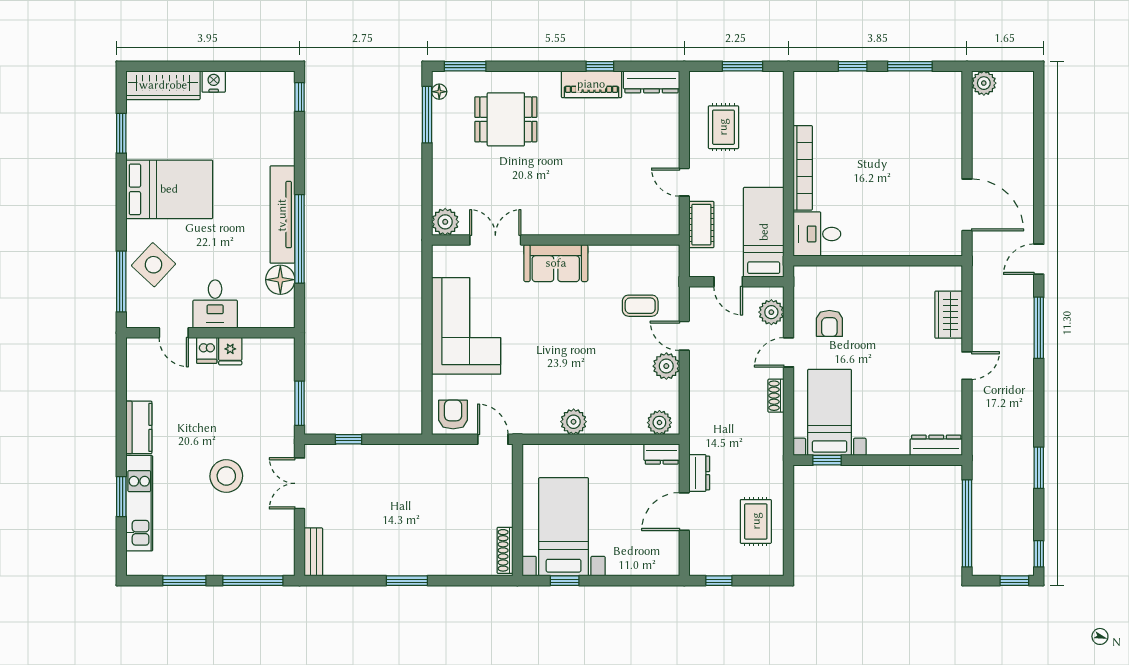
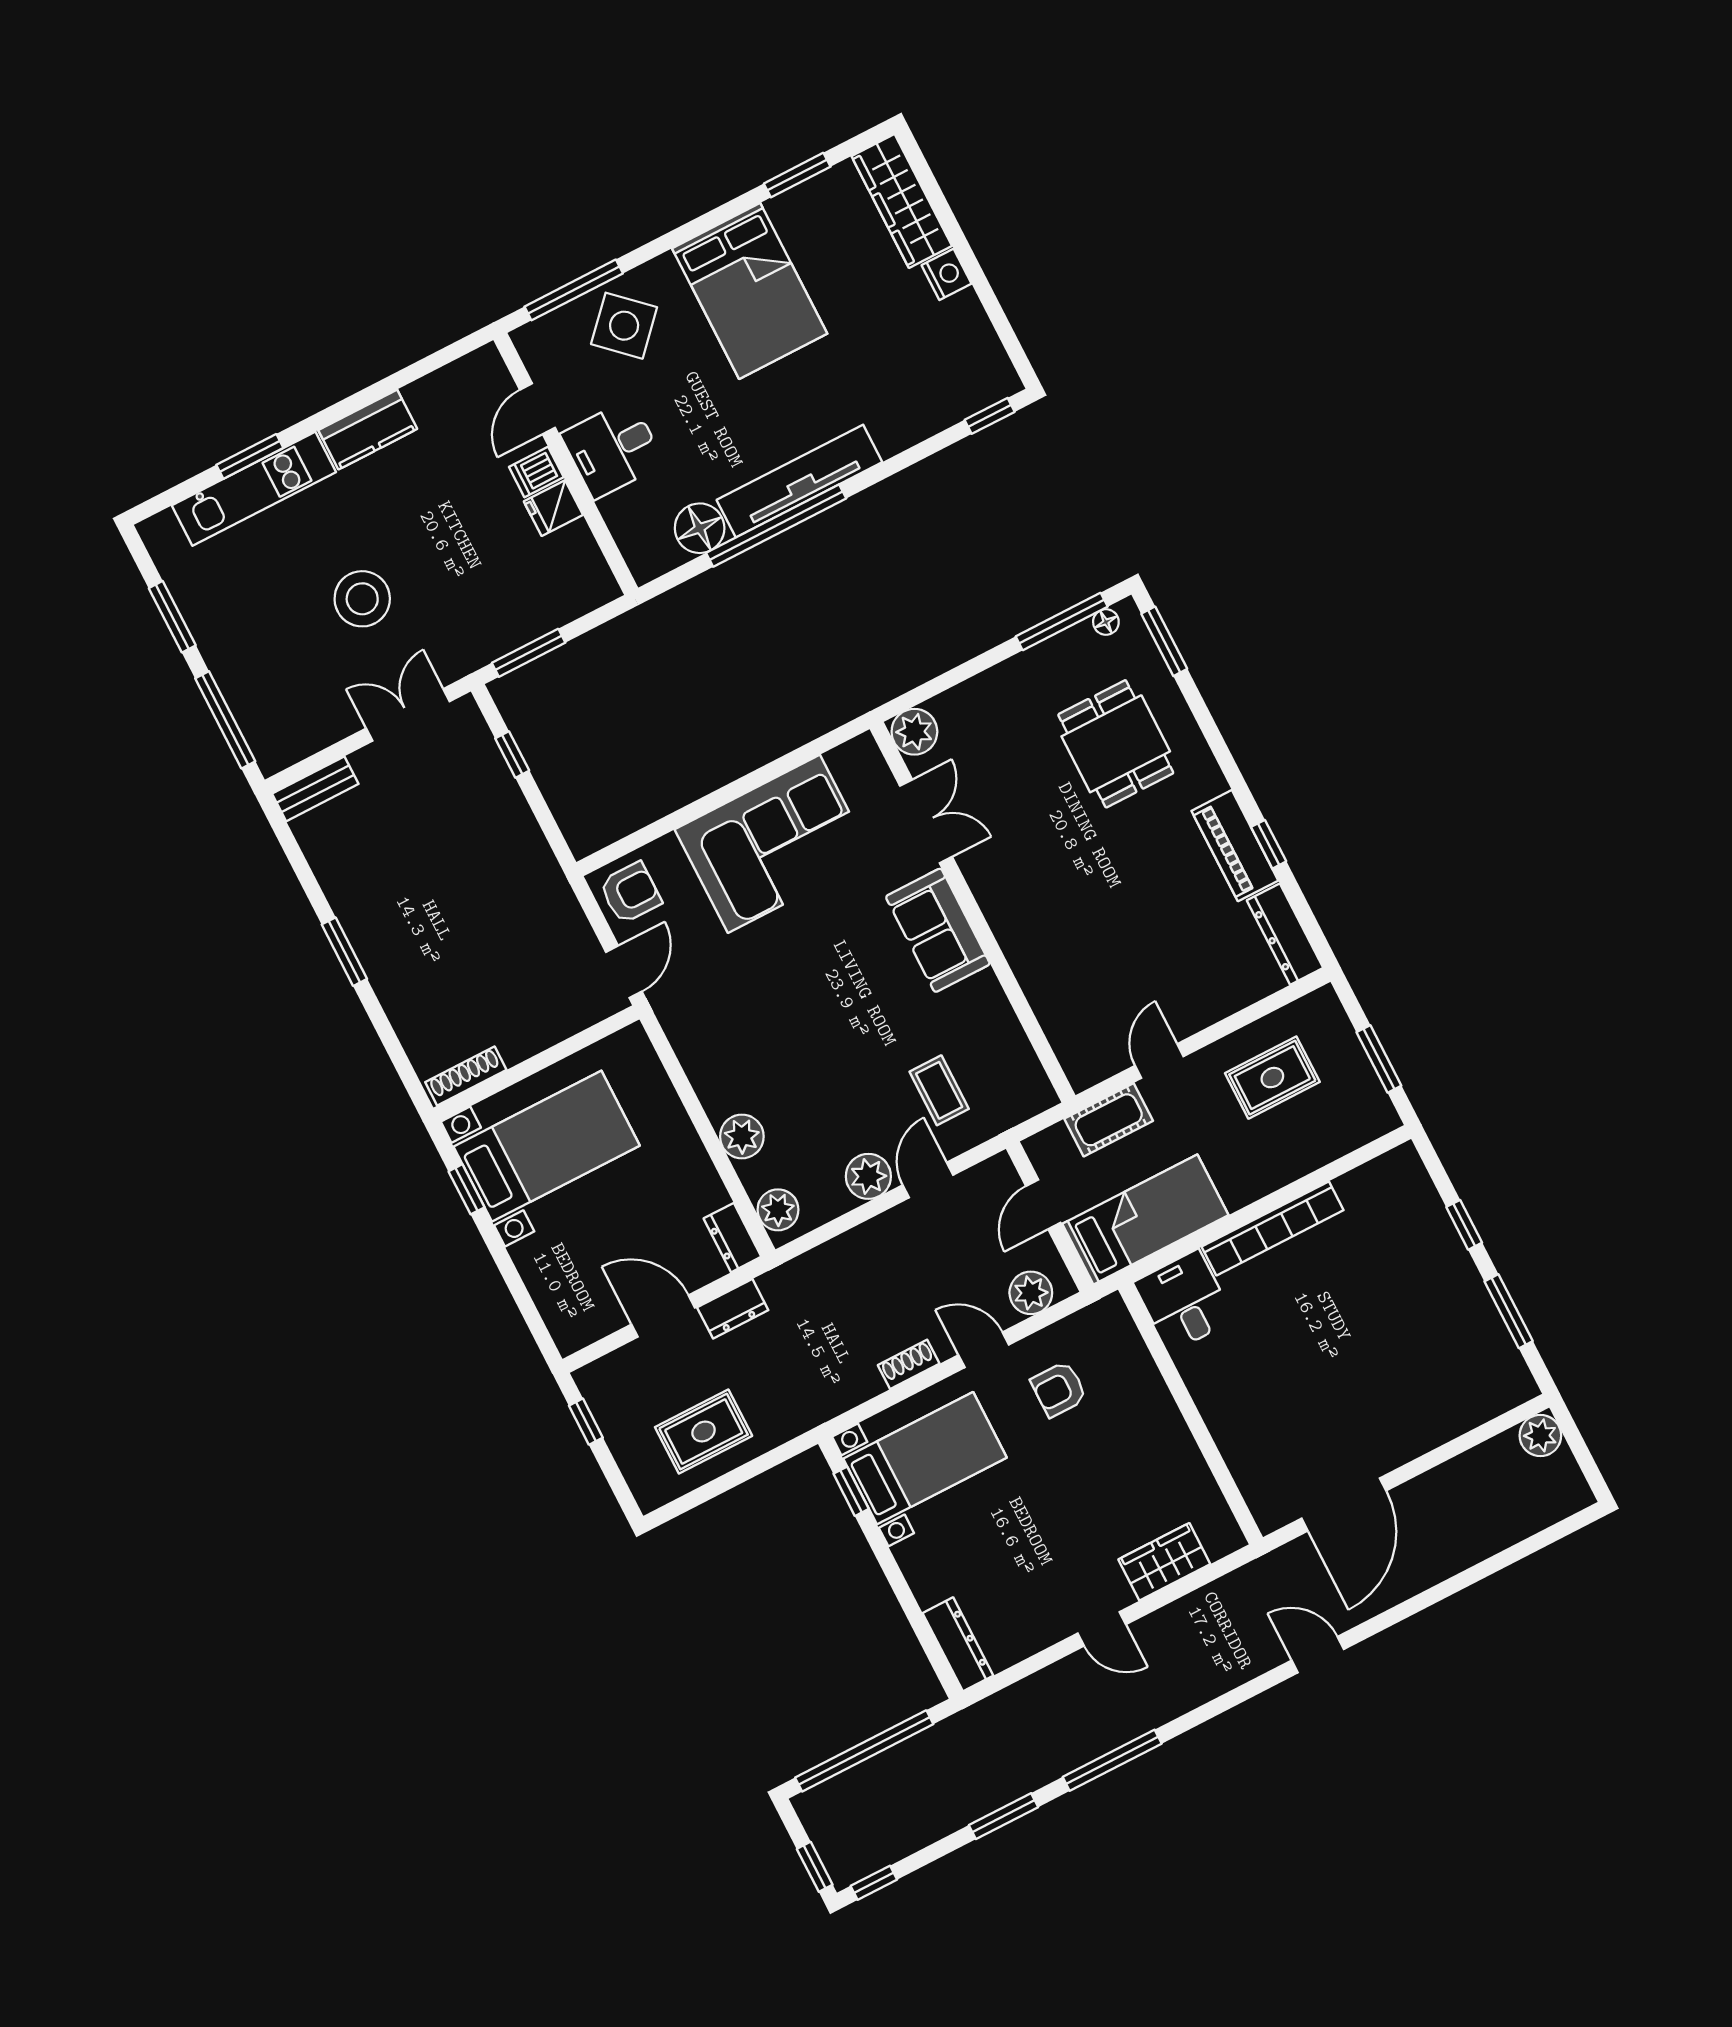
window: (1039, 328) -> (1112, 1760), moved
plant: (574, 422) -> (742, 1136), moved

